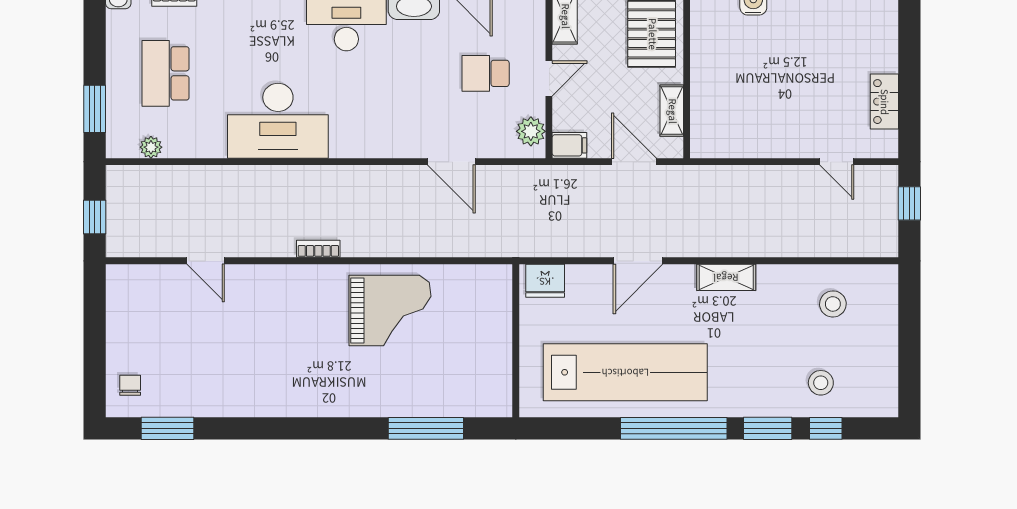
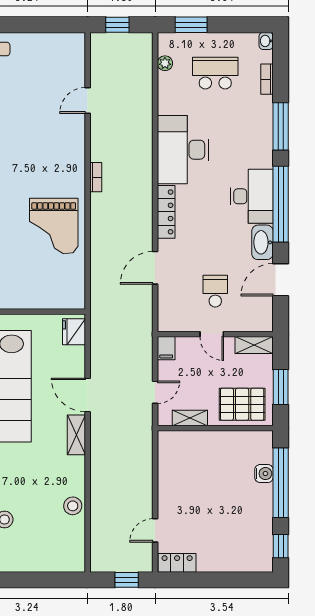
locker: (884, 102) -> (177, 563), moved
plant: (531, 131) -> (176, 322), removed
locker: (369, 145) -> (166, 212), added
door: (634, 162) -> (155, 392), width x0.73
shelving: (726, 277) -> (76, 435), moved
stool: (833, 304) -> (73, 506), moved

